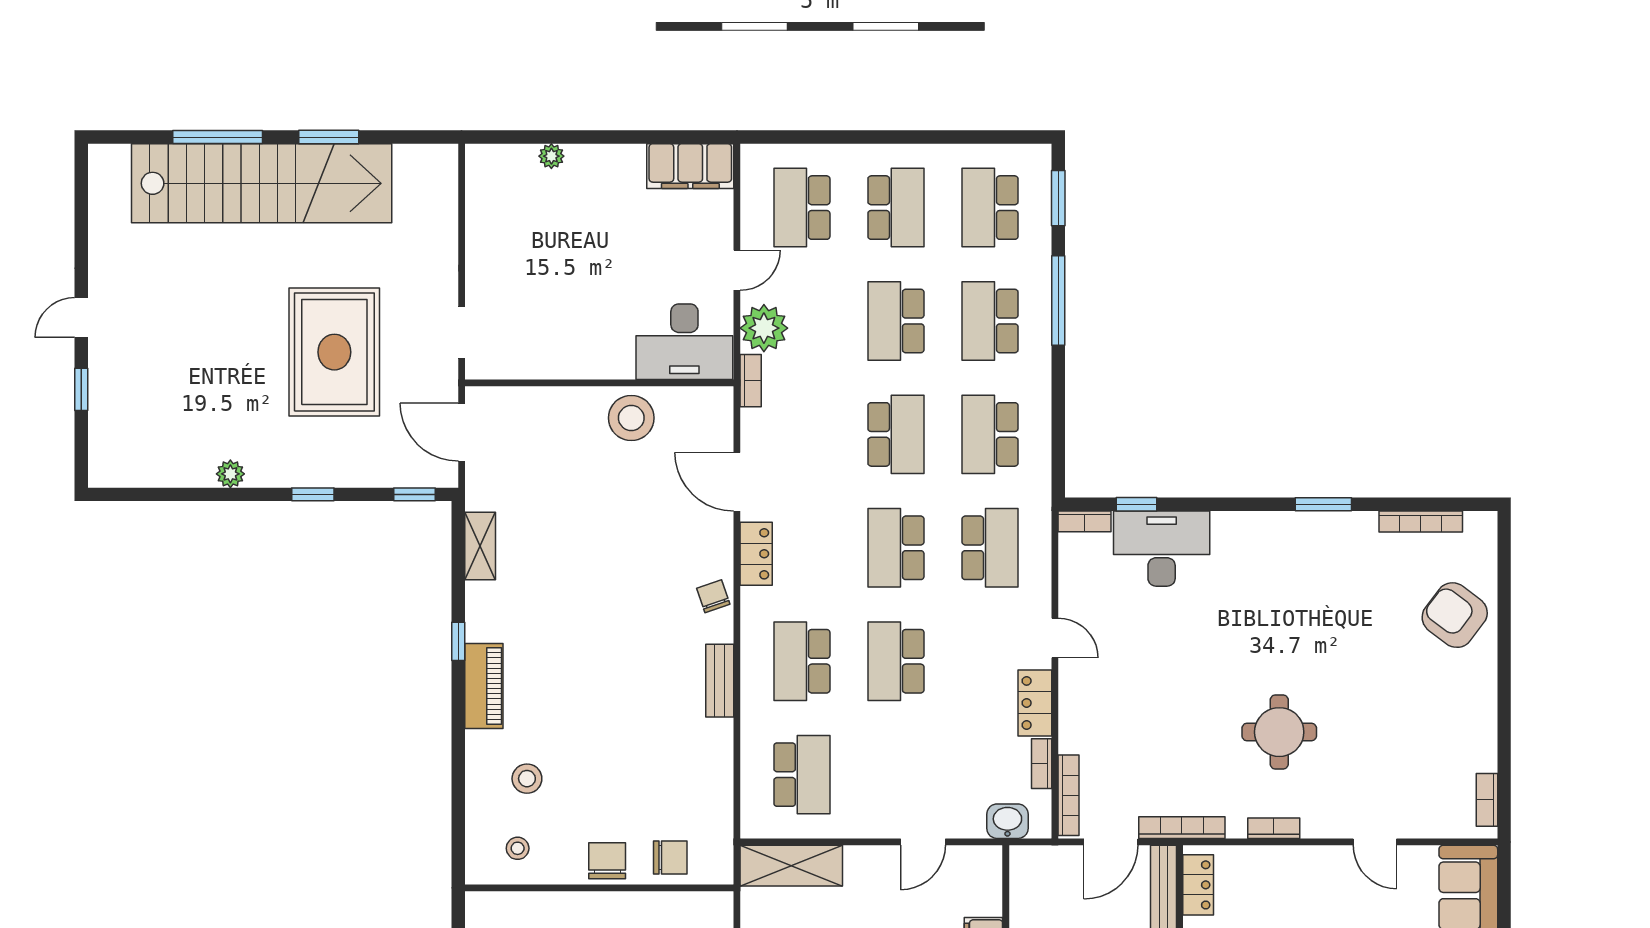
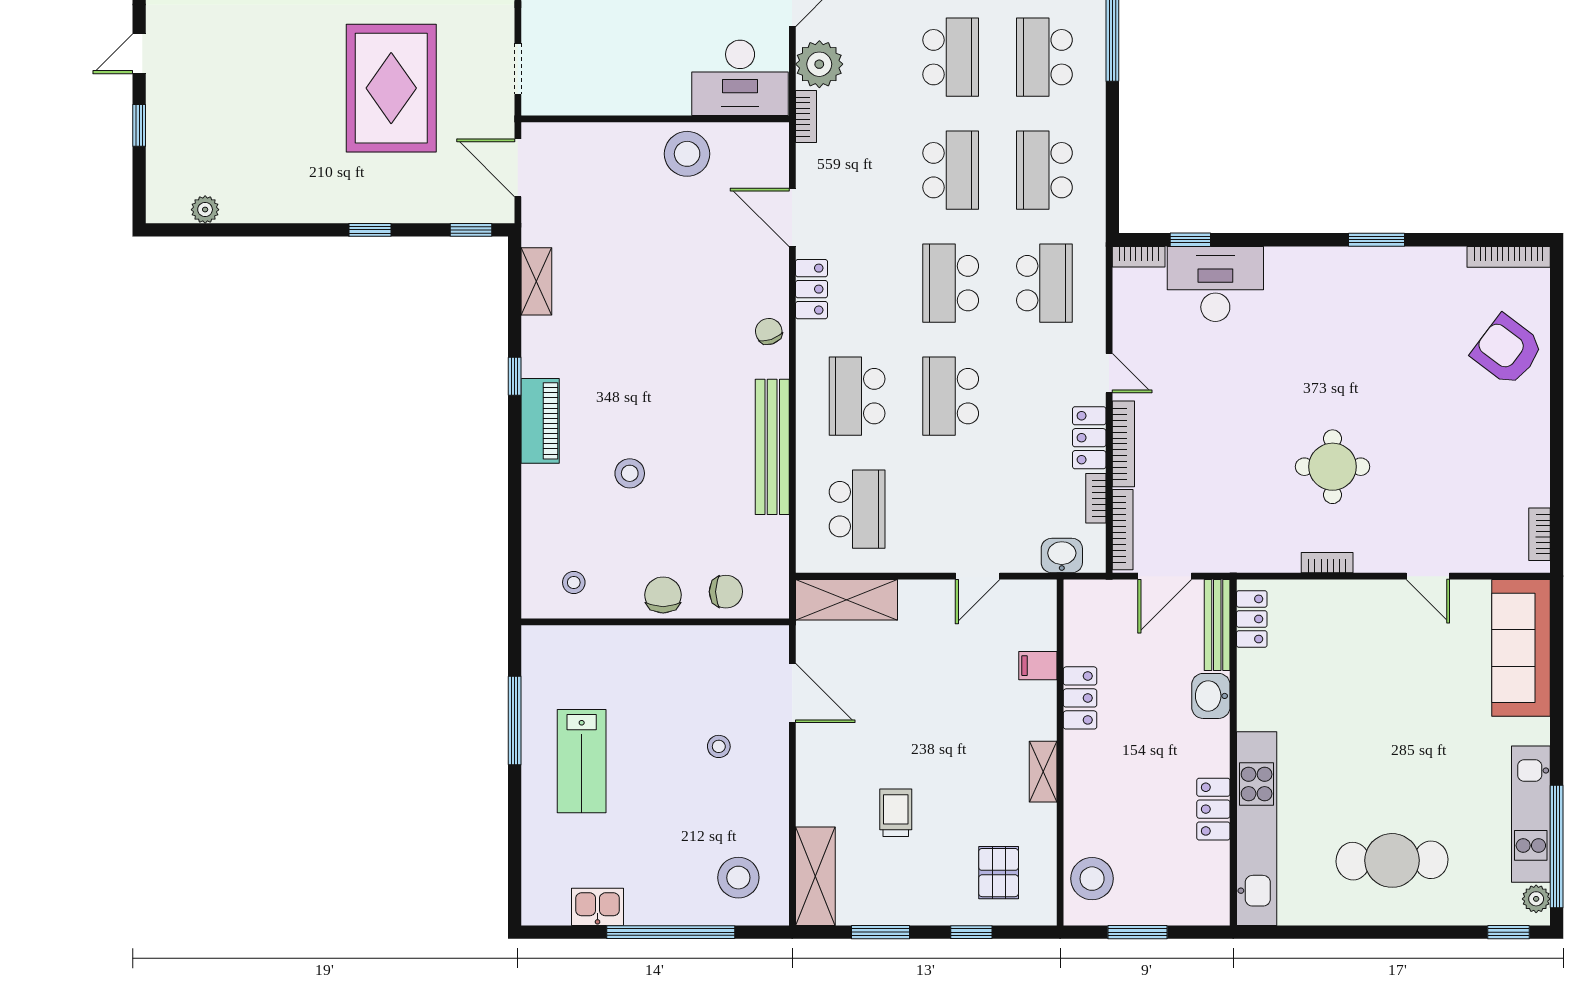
school desk: (896, 321) -> (951, 57), turned 180
plant: (230, 474) -> (205, 210), moved
bookcase: (1421, 521) -> (1509, 257), moved
bench: (720, 681) -> (772, 447), width x1.86, depth x1.21
stool: (527, 779) -> (630, 473), moved
bookcase: (1182, 828) -> (1123, 444), moved, turned 90

